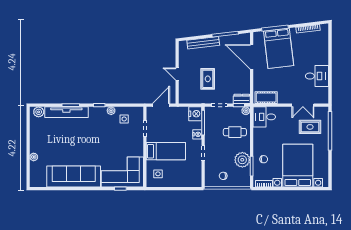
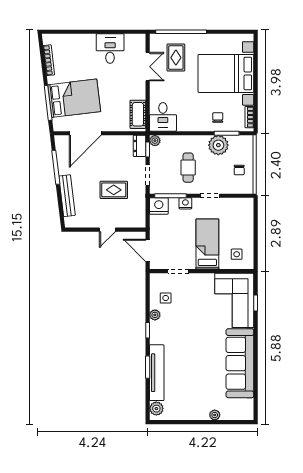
cafe table: (235, 132) -> (188, 168), moved

